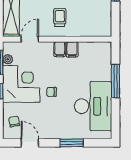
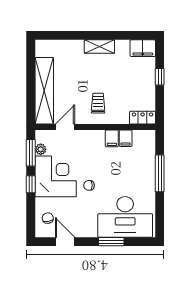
locker: (100, 31) -> (143, 118), added
filing cabinet: (60, 49) -> (126, 138), moved
desk: (93, 106) -> (125, 217), moved, turned 90

